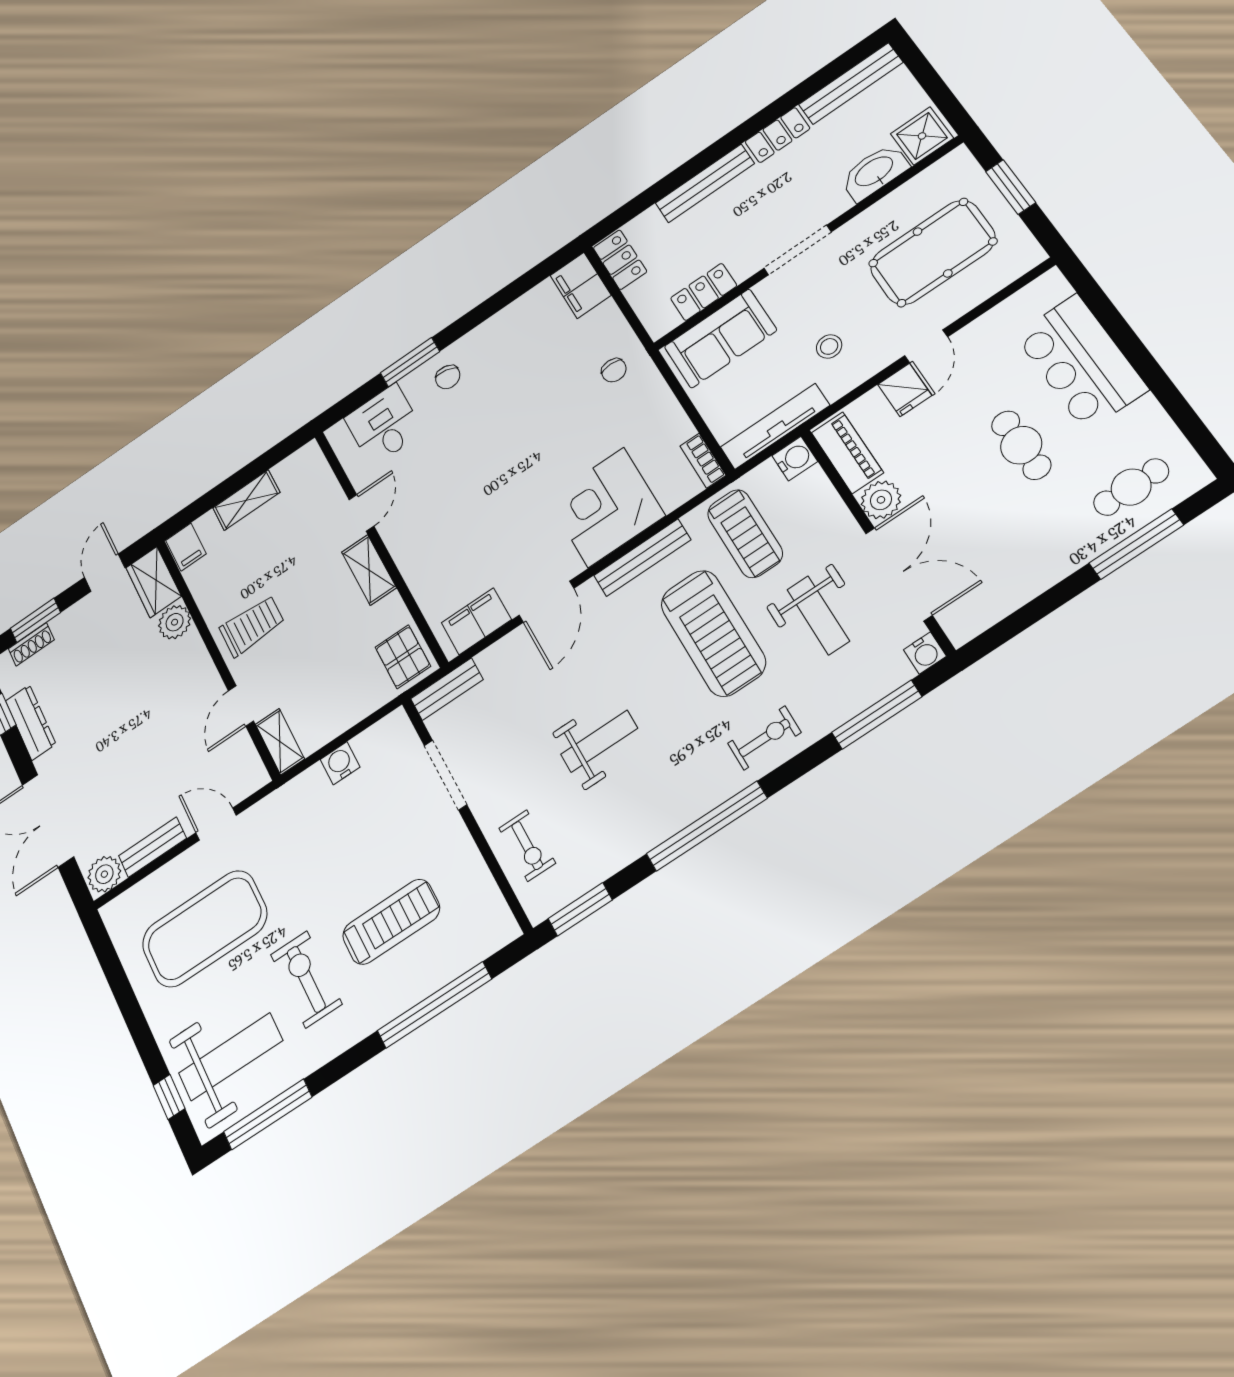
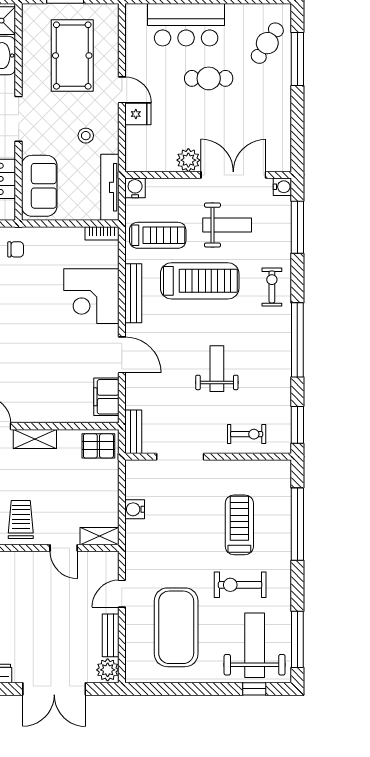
piano: (847, 453) -> (151, 161), removed
cafe table: (1131, 487) -> (267, 43), turned 33

